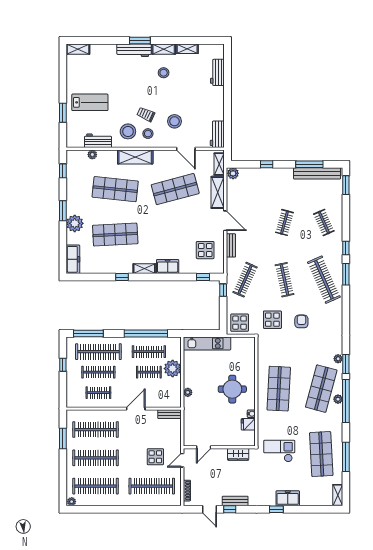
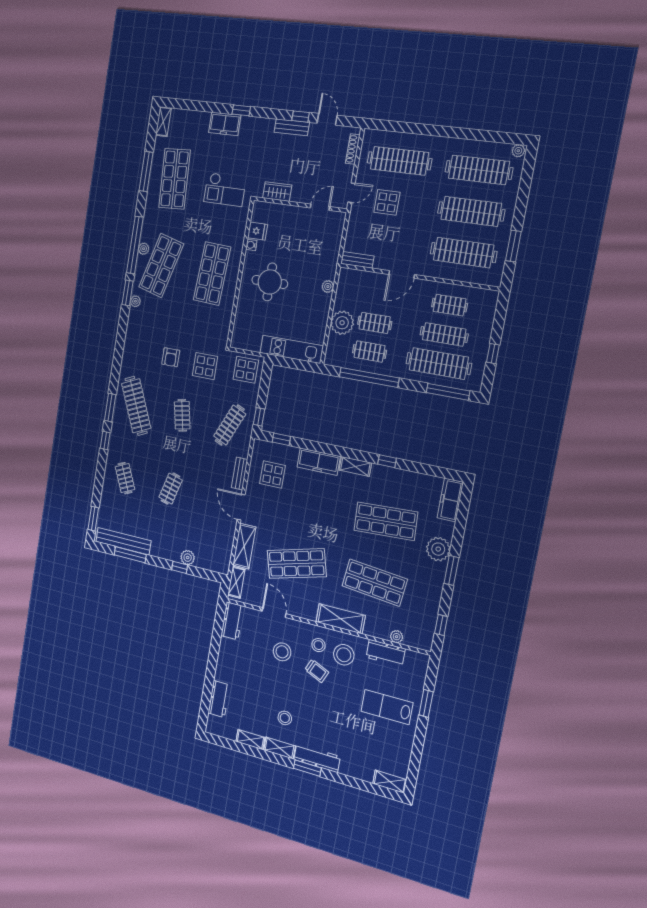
plant: (233, 173) -> (188, 558), moved
freezer: (168, 267) -> (319, 462), width x1.40
clothes rail: (284, 280) -> (182, 415), width x0.73
clothes rail: (149, 352) -> (369, 351), width x0.73

